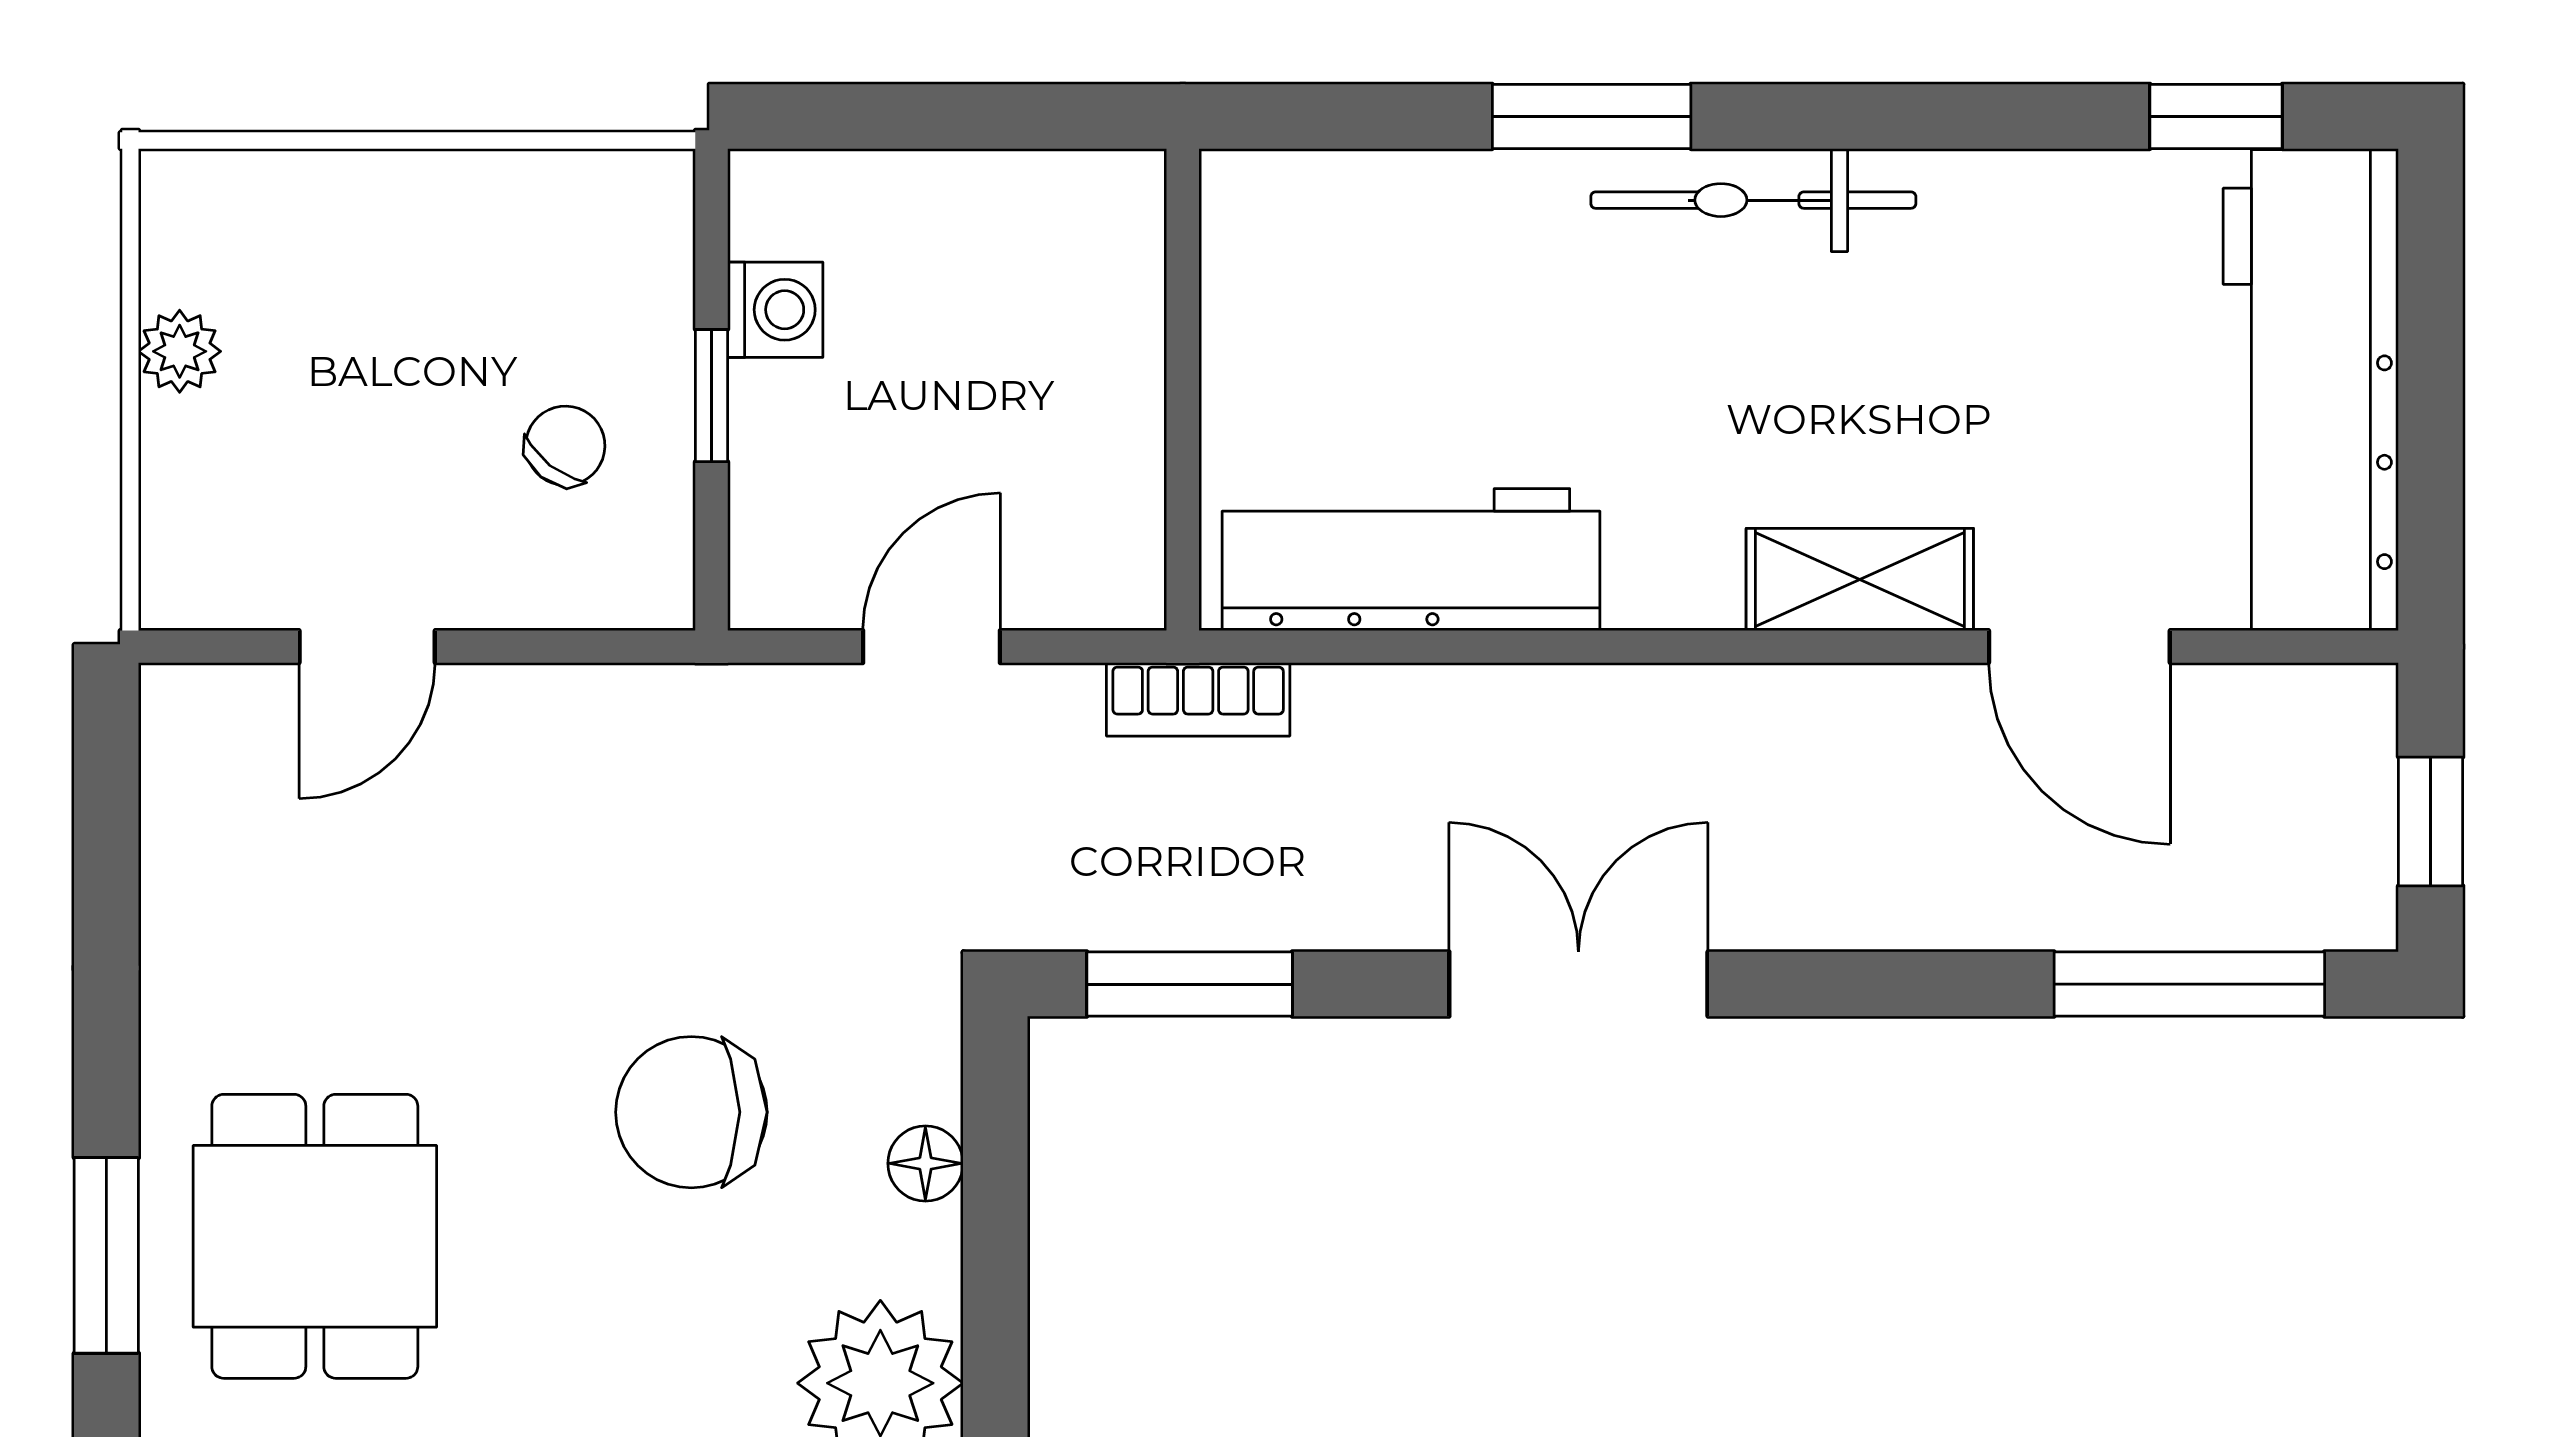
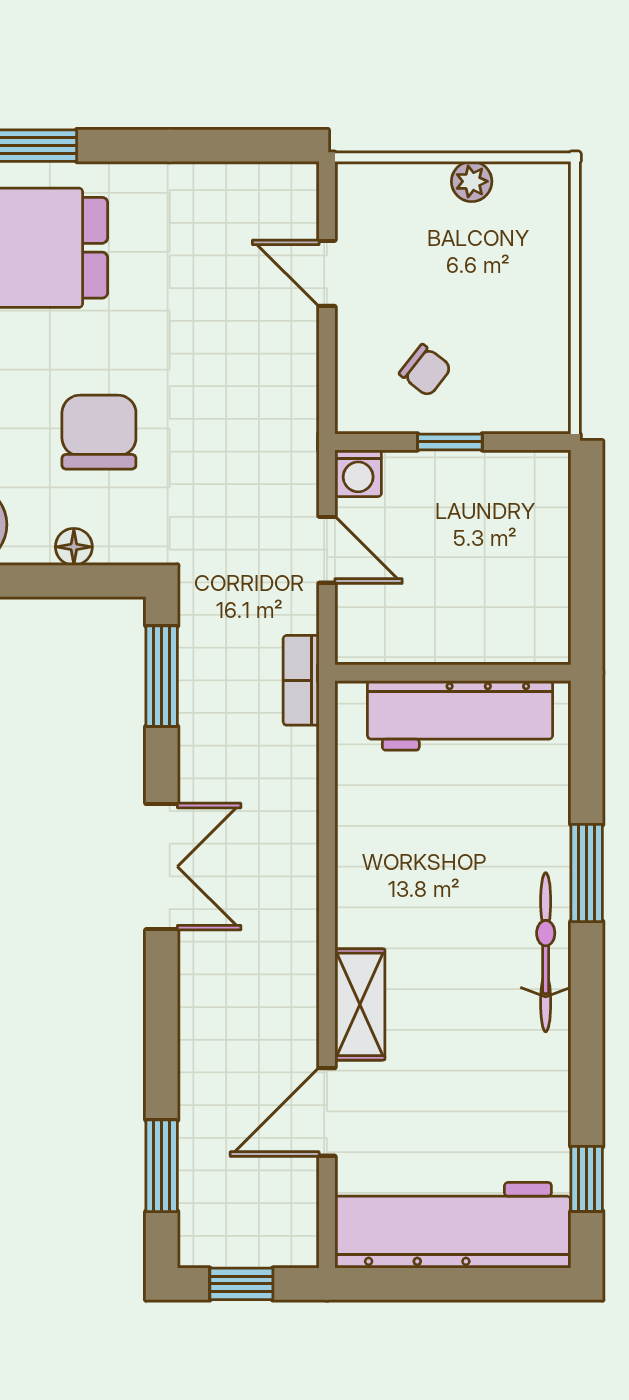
washing machine: (775, 310) -> (358, 473), moved
workbench: (1411, 560) -> (460, 715), moved, turned 90
window: (2189, 984) -> (162, 1166), width x0.69

